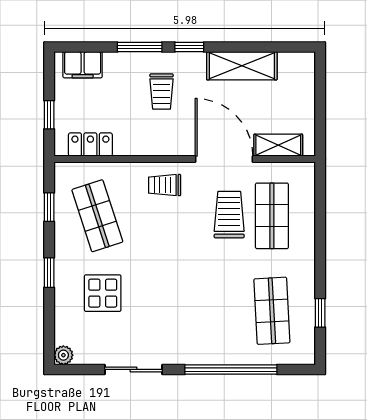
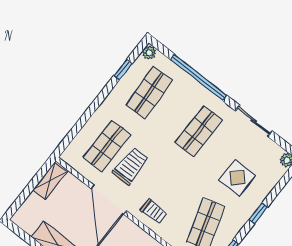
shelving: (278, 145) -> (50, 181), moved, turned 90
trolley: (229, 215) -> (131, 166), turned 180
shop shelf: (185, 311) -> (199, 131), added
plant: (306, 354) -> (149, 53), added

